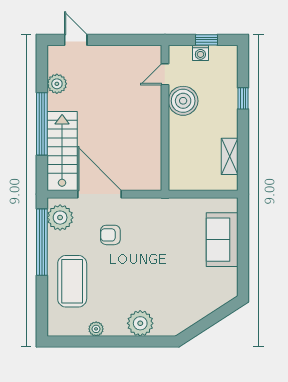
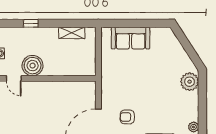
armchair: (110, 235) -> (127, 117), turned 90
plant: (140, 323) -> (190, 82), moved

